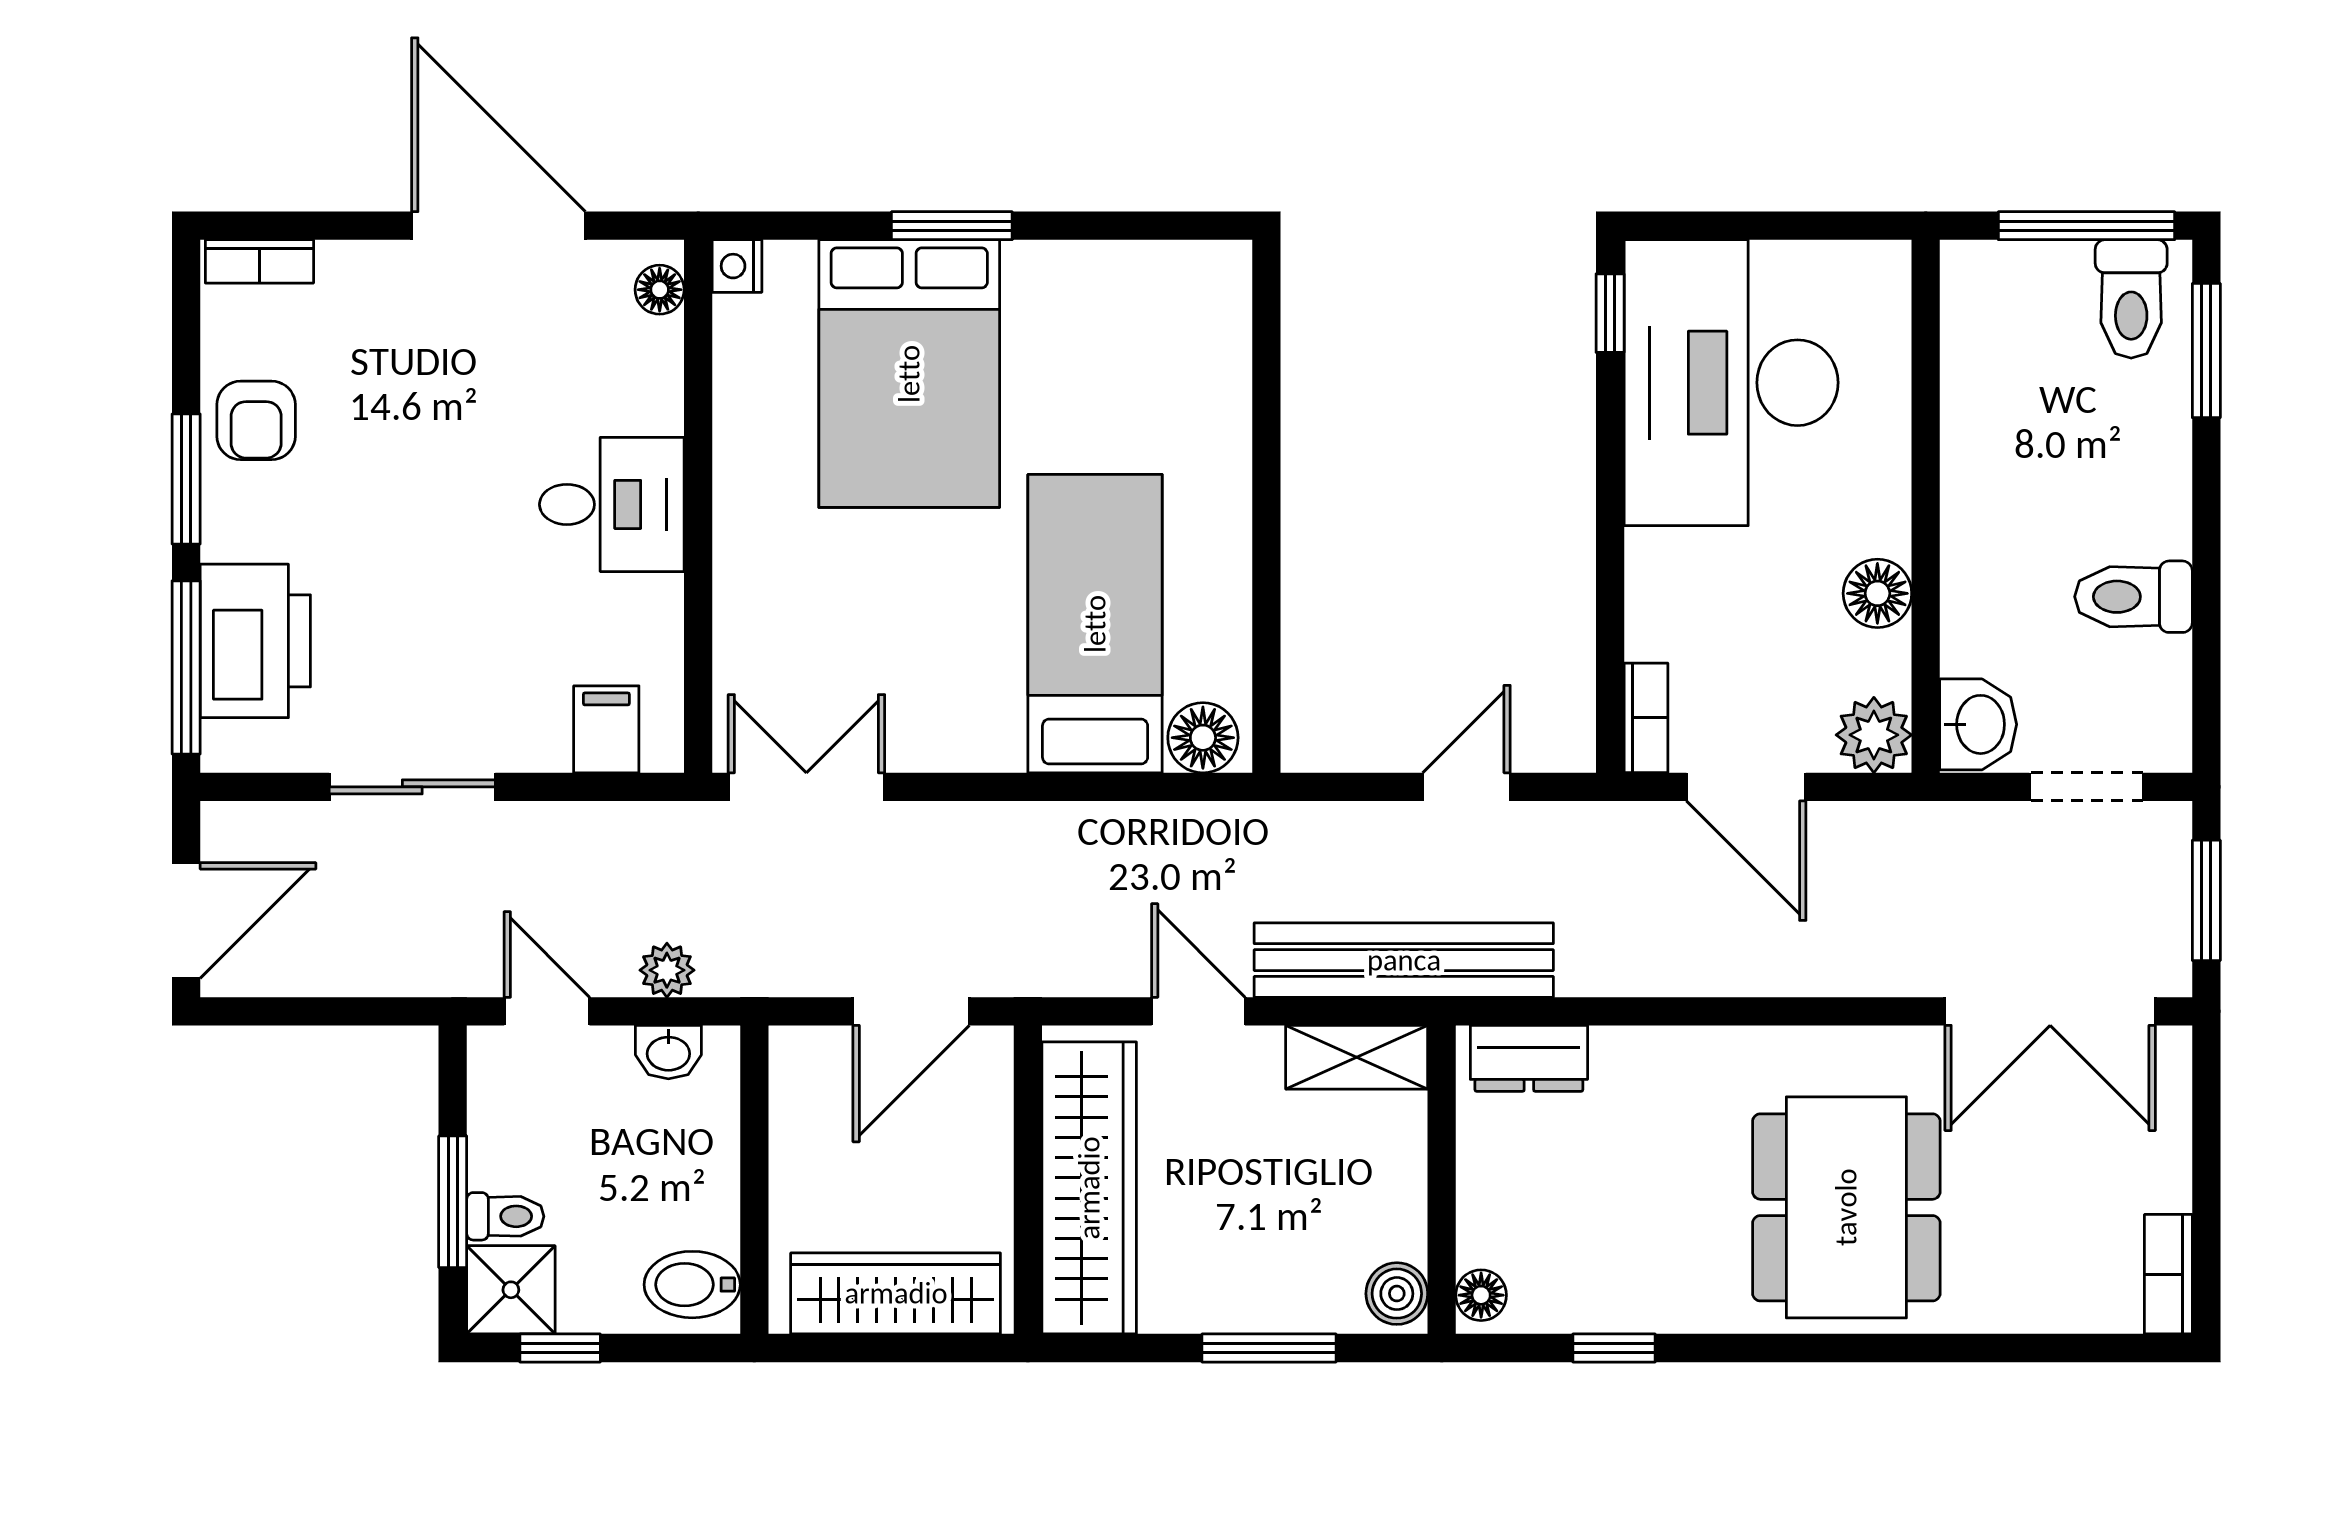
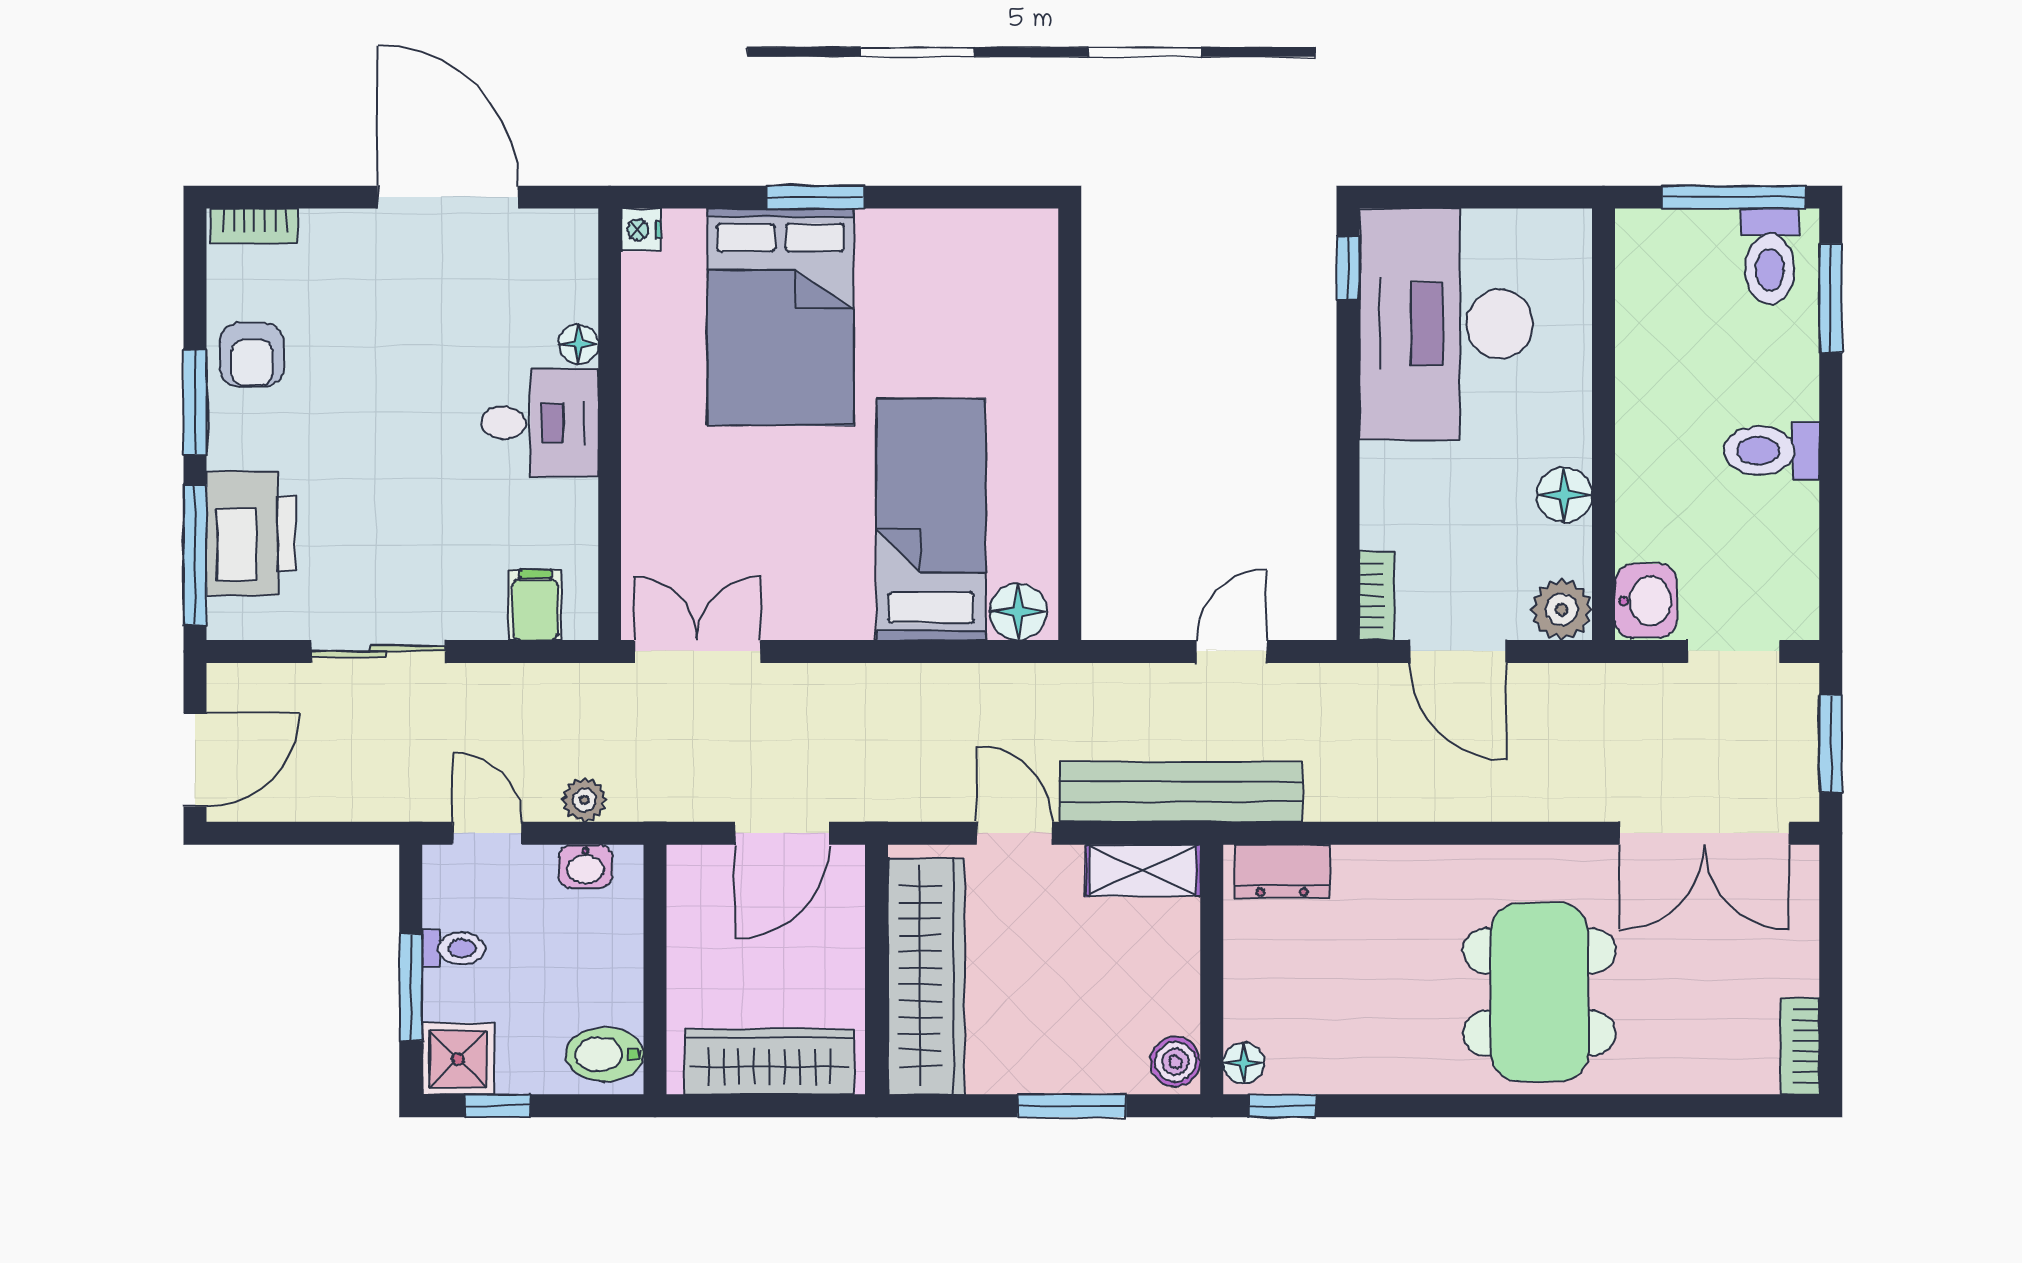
floor lamp: (660, 290) -> (578, 344), moved
toilet: (2133, 597) -> (1772, 451), moved
toilet: (505, 1216) -> (453, 948), moved
window: (1614, 1348) -> (1282, 1106), moved

